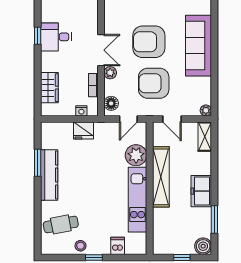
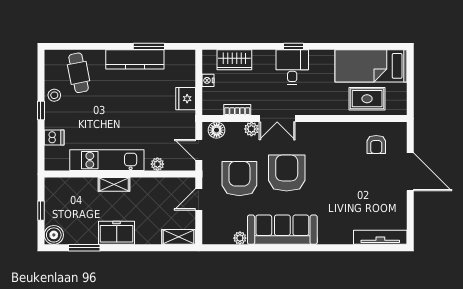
plant: (206, 110) -> (240, 238), moved
nightstand: (81, 111) -> (208, 80), moved
plant: (136, 155) -> (157, 164), width x0.53, depth x0.53
shelving: (161, 177) -> (114, 184), width x0.45, depth x0.75

